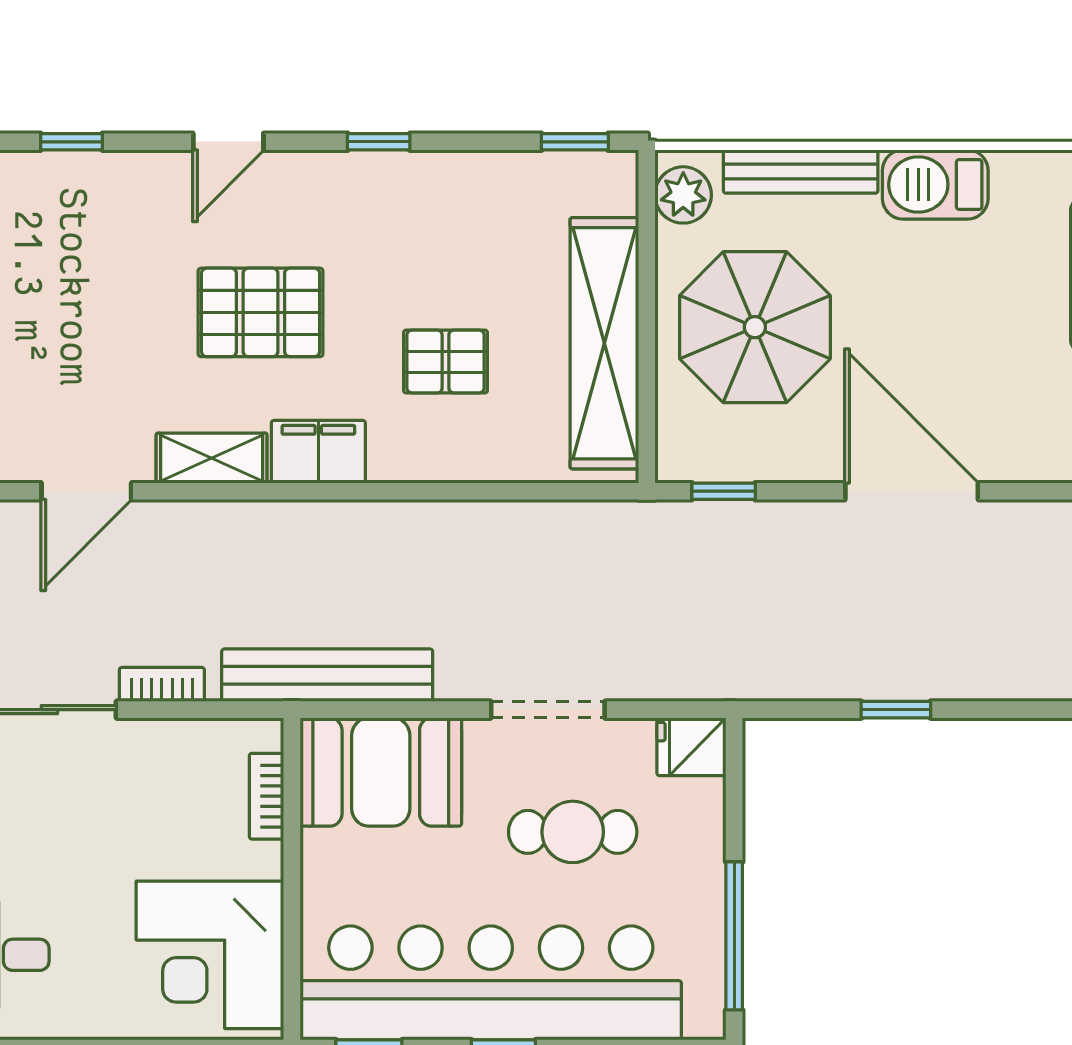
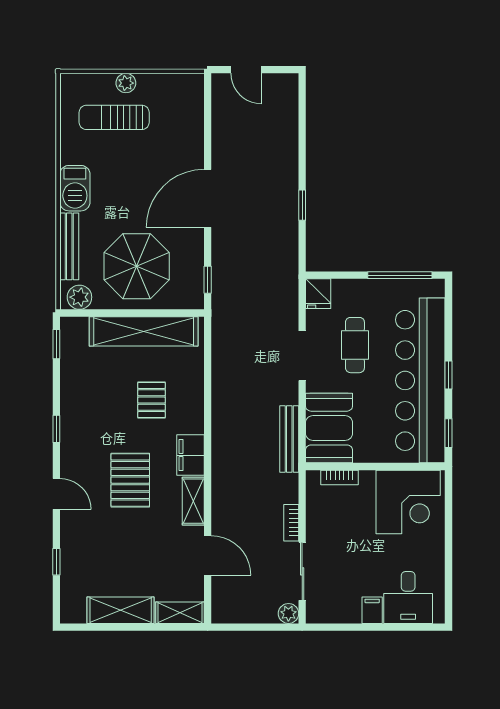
bench: (327, 675) -> (289, 439), width x0.73, depth x0.82

